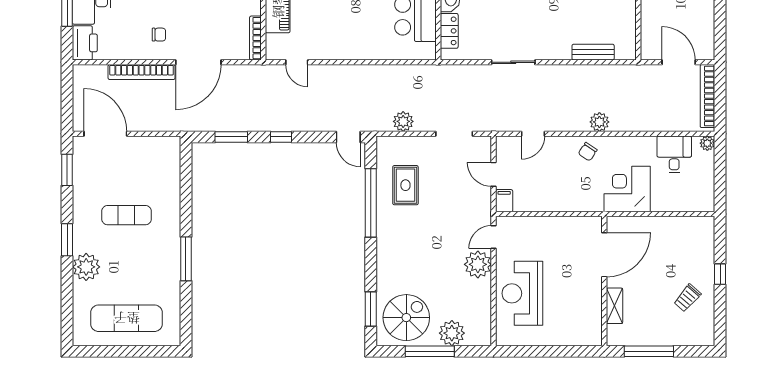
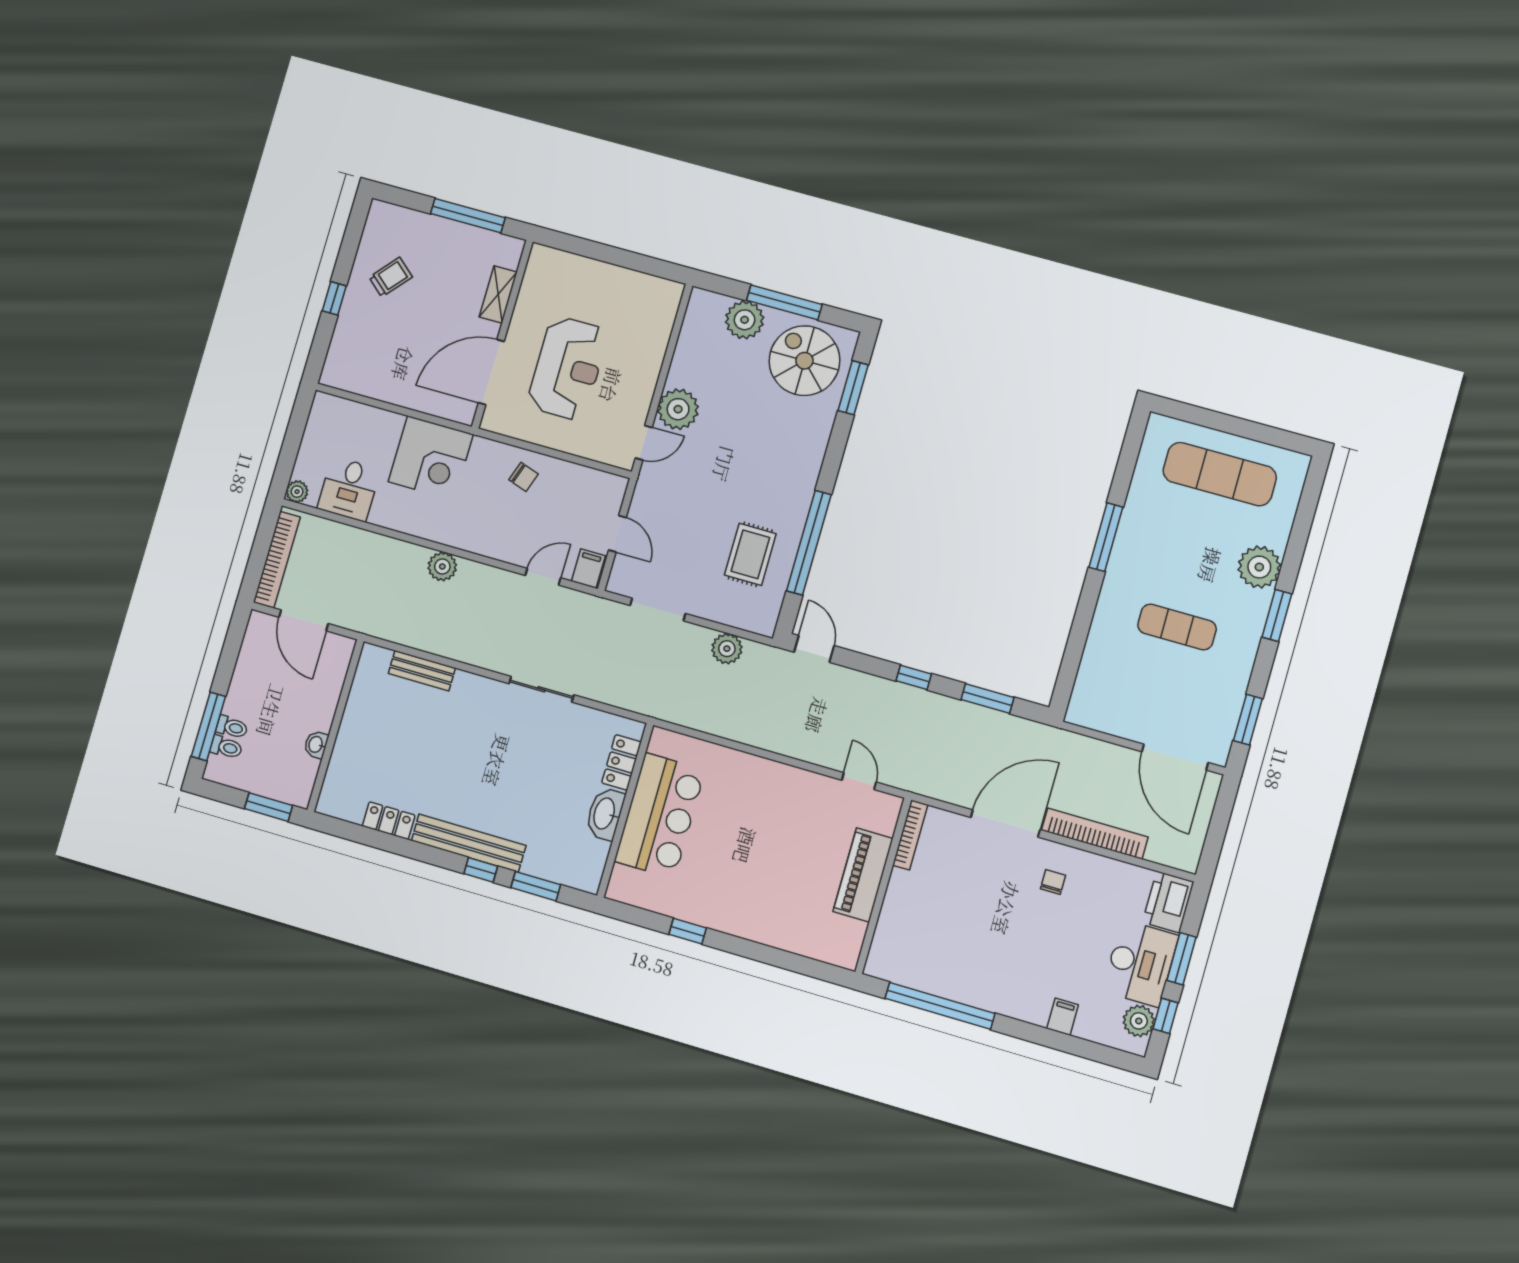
chair: (159, 35) -> (1053, 882), turned 90
chair: (588, 152) -> (524, 477), moved, turned 75
filing cabinet: (504, 201) -> (588, 569), moved, turned 180
reception desk: (522, 293) -> (568, 368), moved
spiral stairs: (406, 318) -> (804, 361), turned 90

